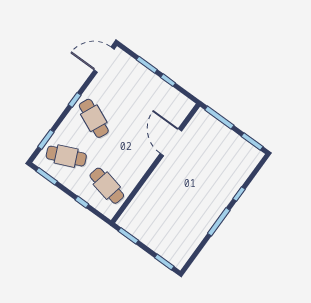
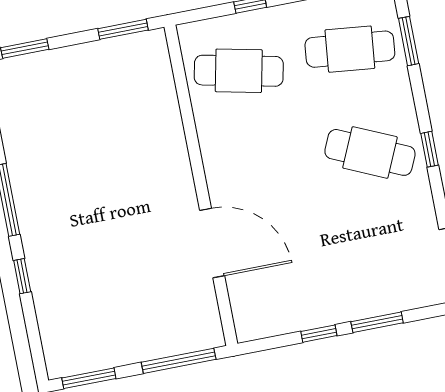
cafe table: (66, 156) -> (350, 49), turned 30

